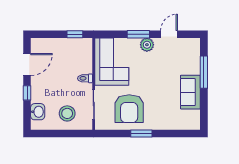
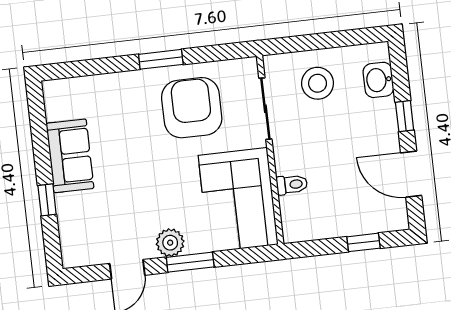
window: (75, 34) -> (363, 242), moved
door: (27, 65) -> (411, 174), hinge flipped
window: (204, 72) -> (47, 200), width x0.46
toilet: (85, 78) -> (292, 185), moved

